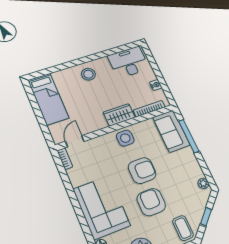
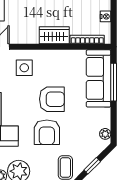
sofa: (171, 131) -> (99, 78), width x1.36
side table: (125, 138) -> (24, 68), moved
armchair: (151, 202) -> (47, 132), turned 180

